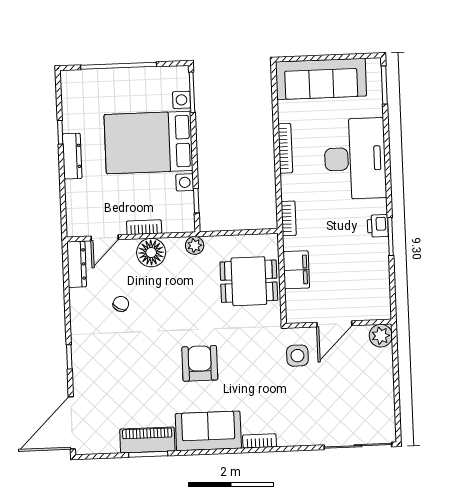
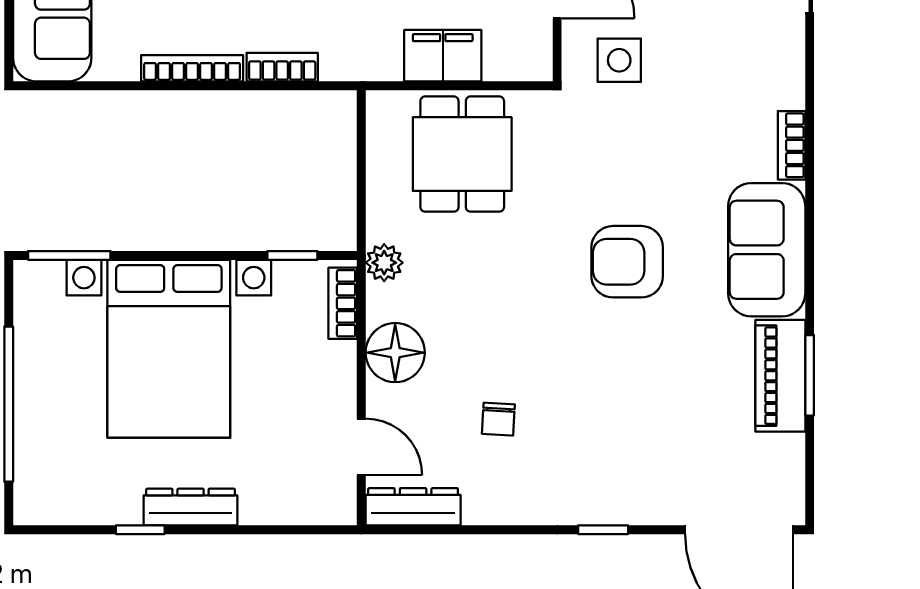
bookcase: (289, 218) -> (282, 67), moved
bookcase: (144, 227) -> (343, 303), moved
chair: (121, 304) -> (498, 419), turned -115

